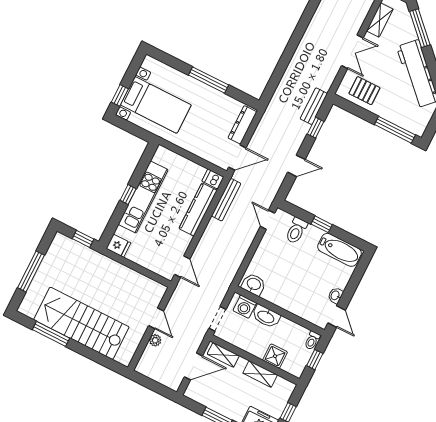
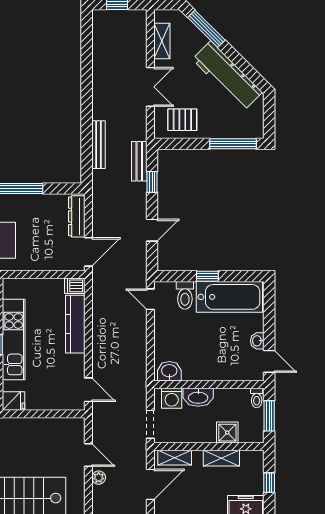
bench: (226, 200) -> (99, 145), moved
bathtub: (339, 250) -> (229, 297), width x1.36, depth x1.36
window: (315, 360) -> (269, 416), width x1.50

